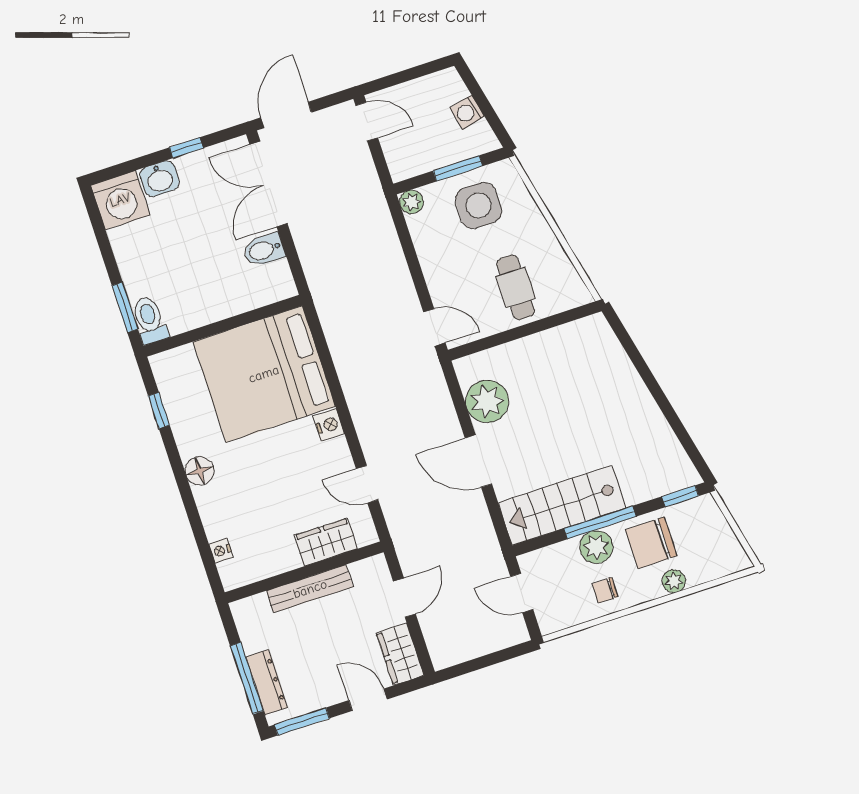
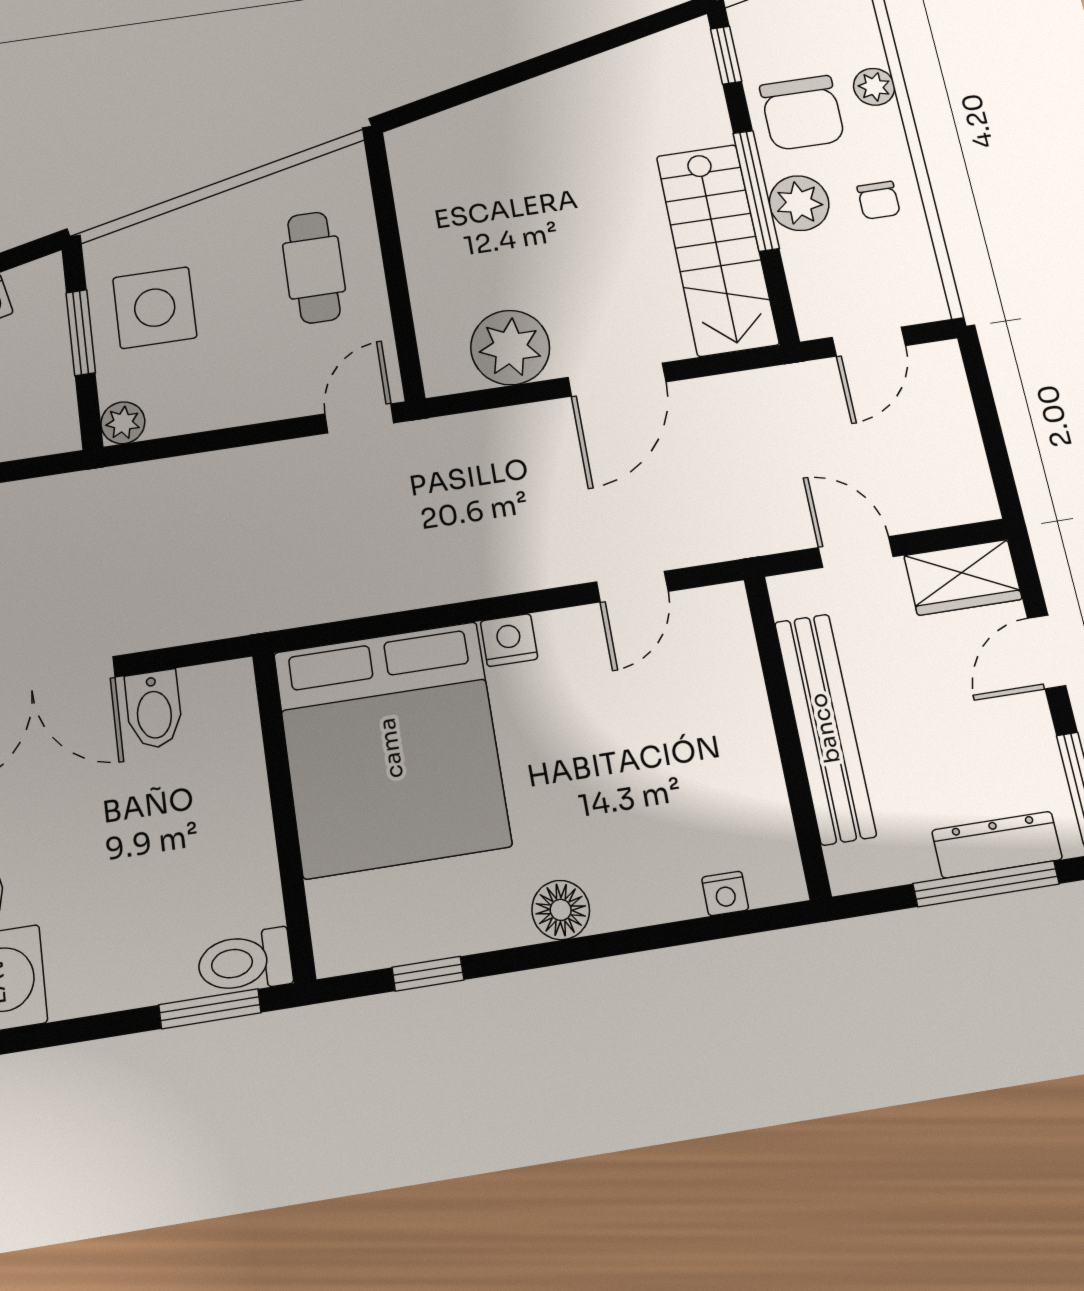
cafe table: (516, 287) -> (314, 267), turned 90
wardrobe: (326, 542) -> (733, 683), removed
bench: (310, 589) -> (825, 728), width x1.37, depth x1.21

